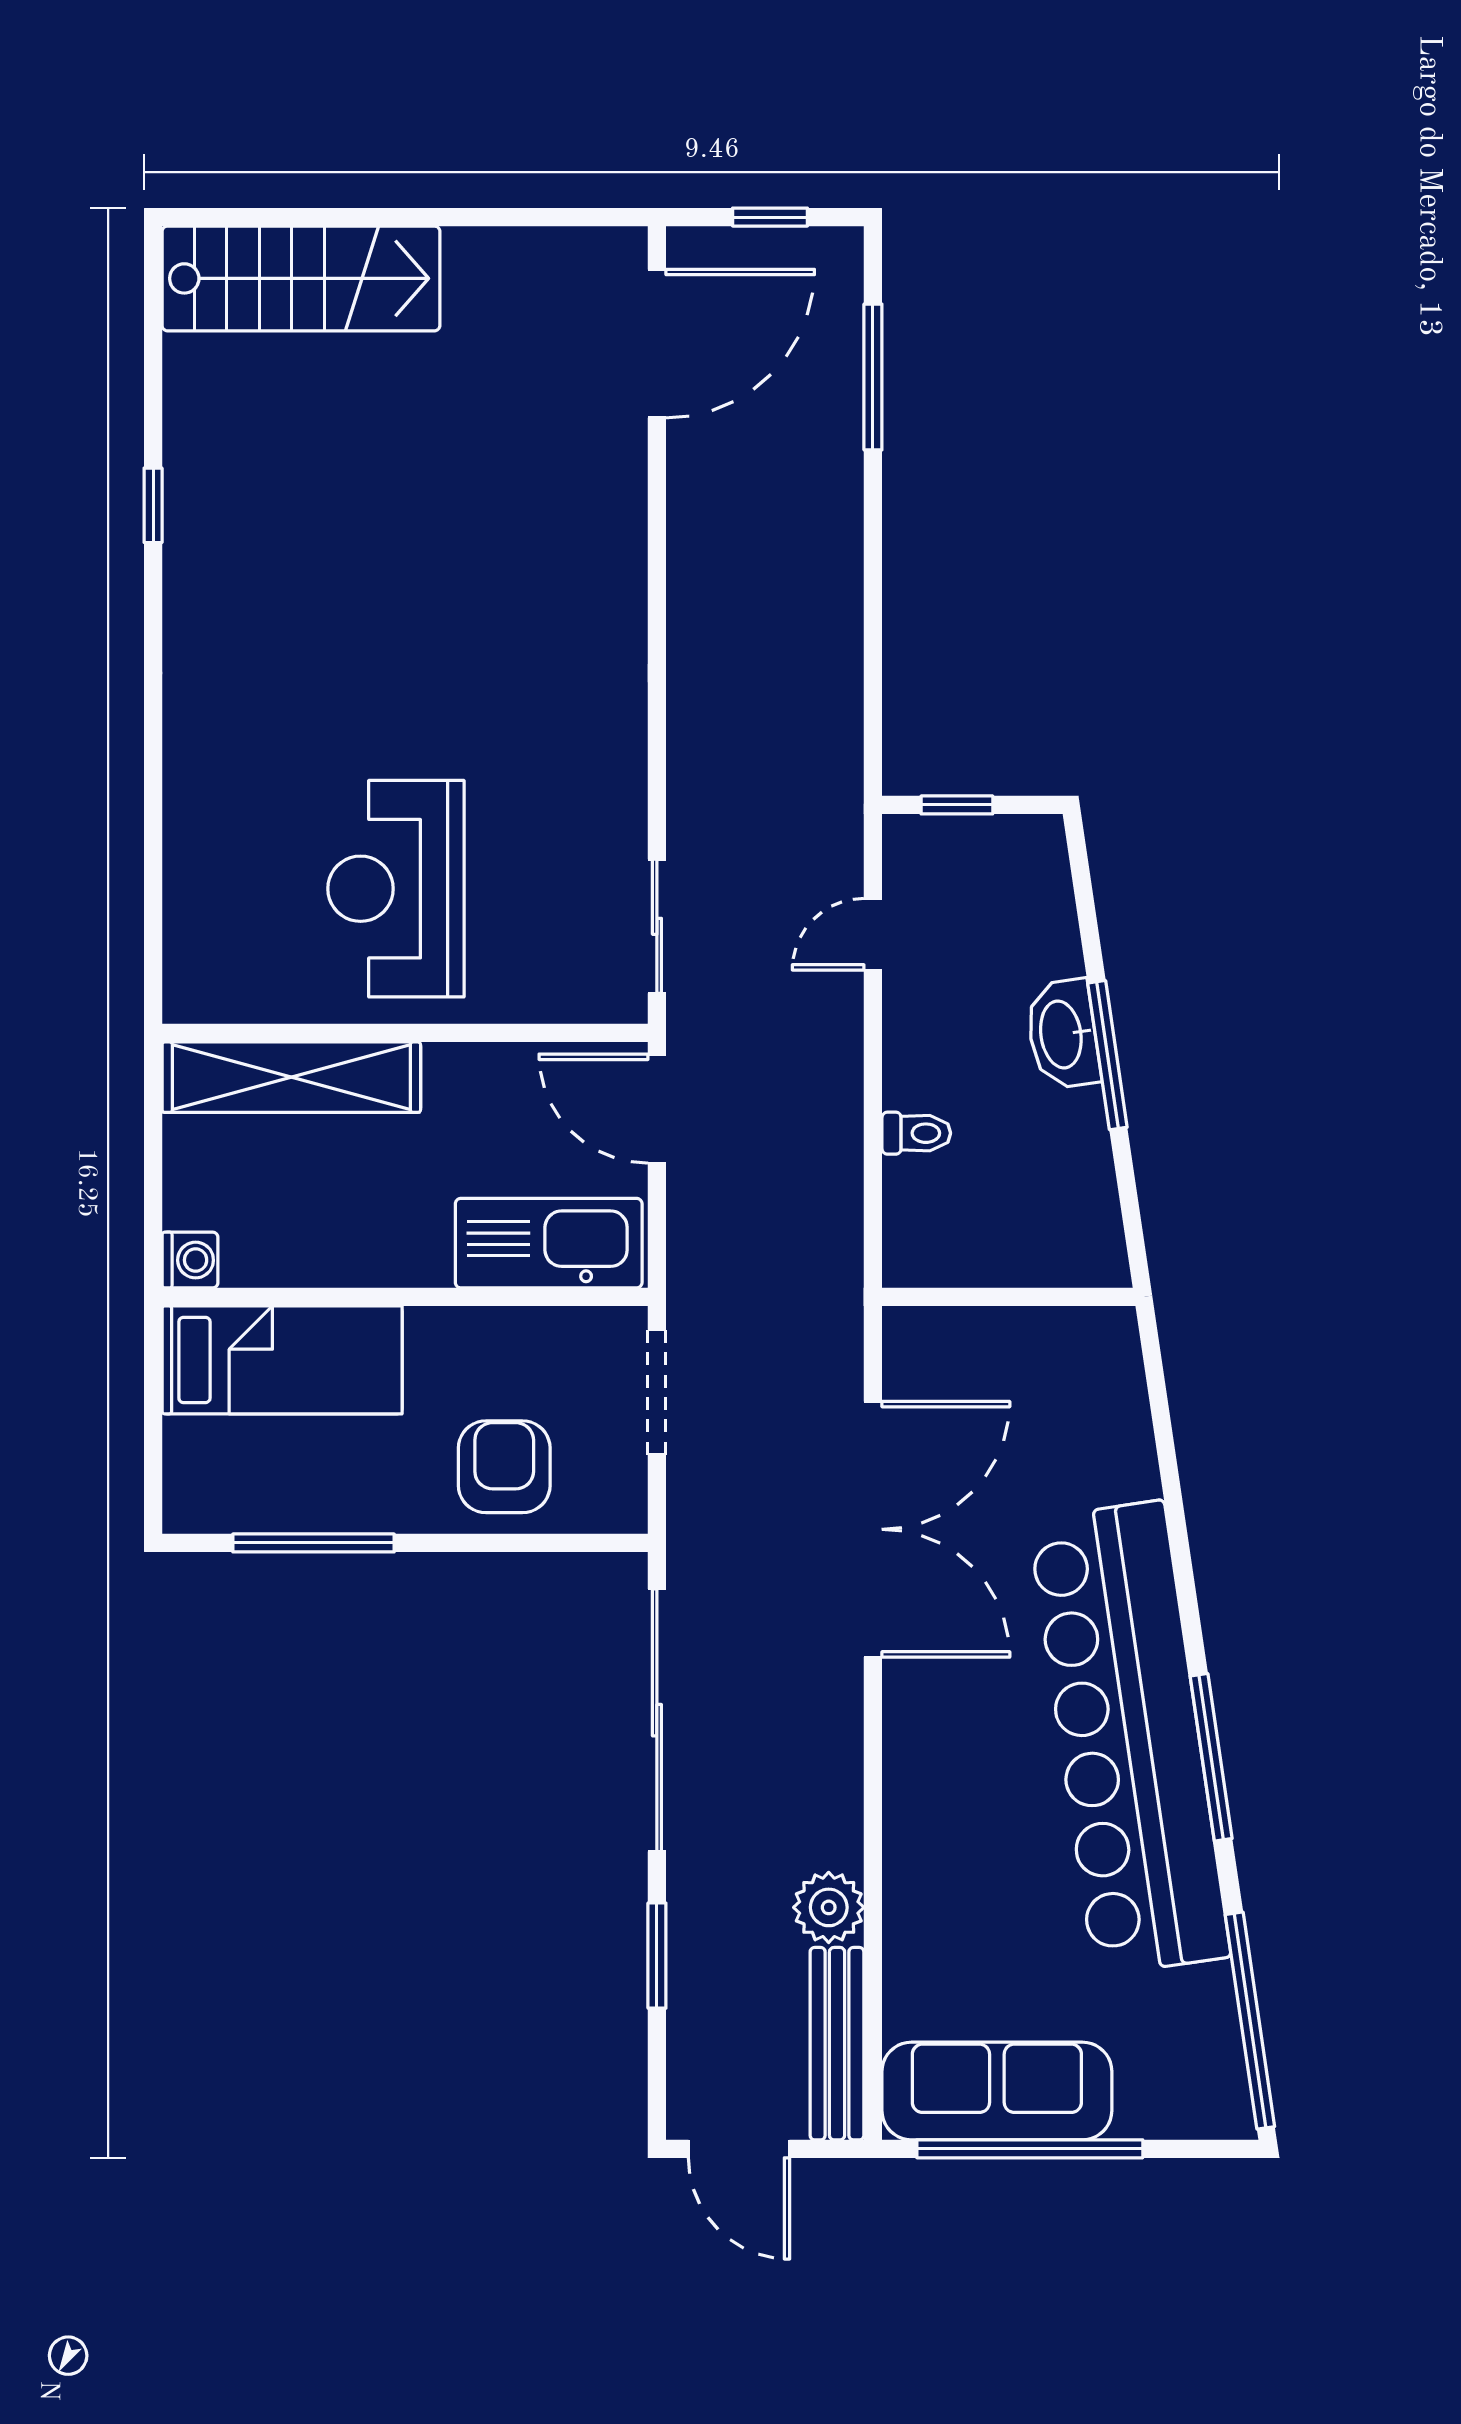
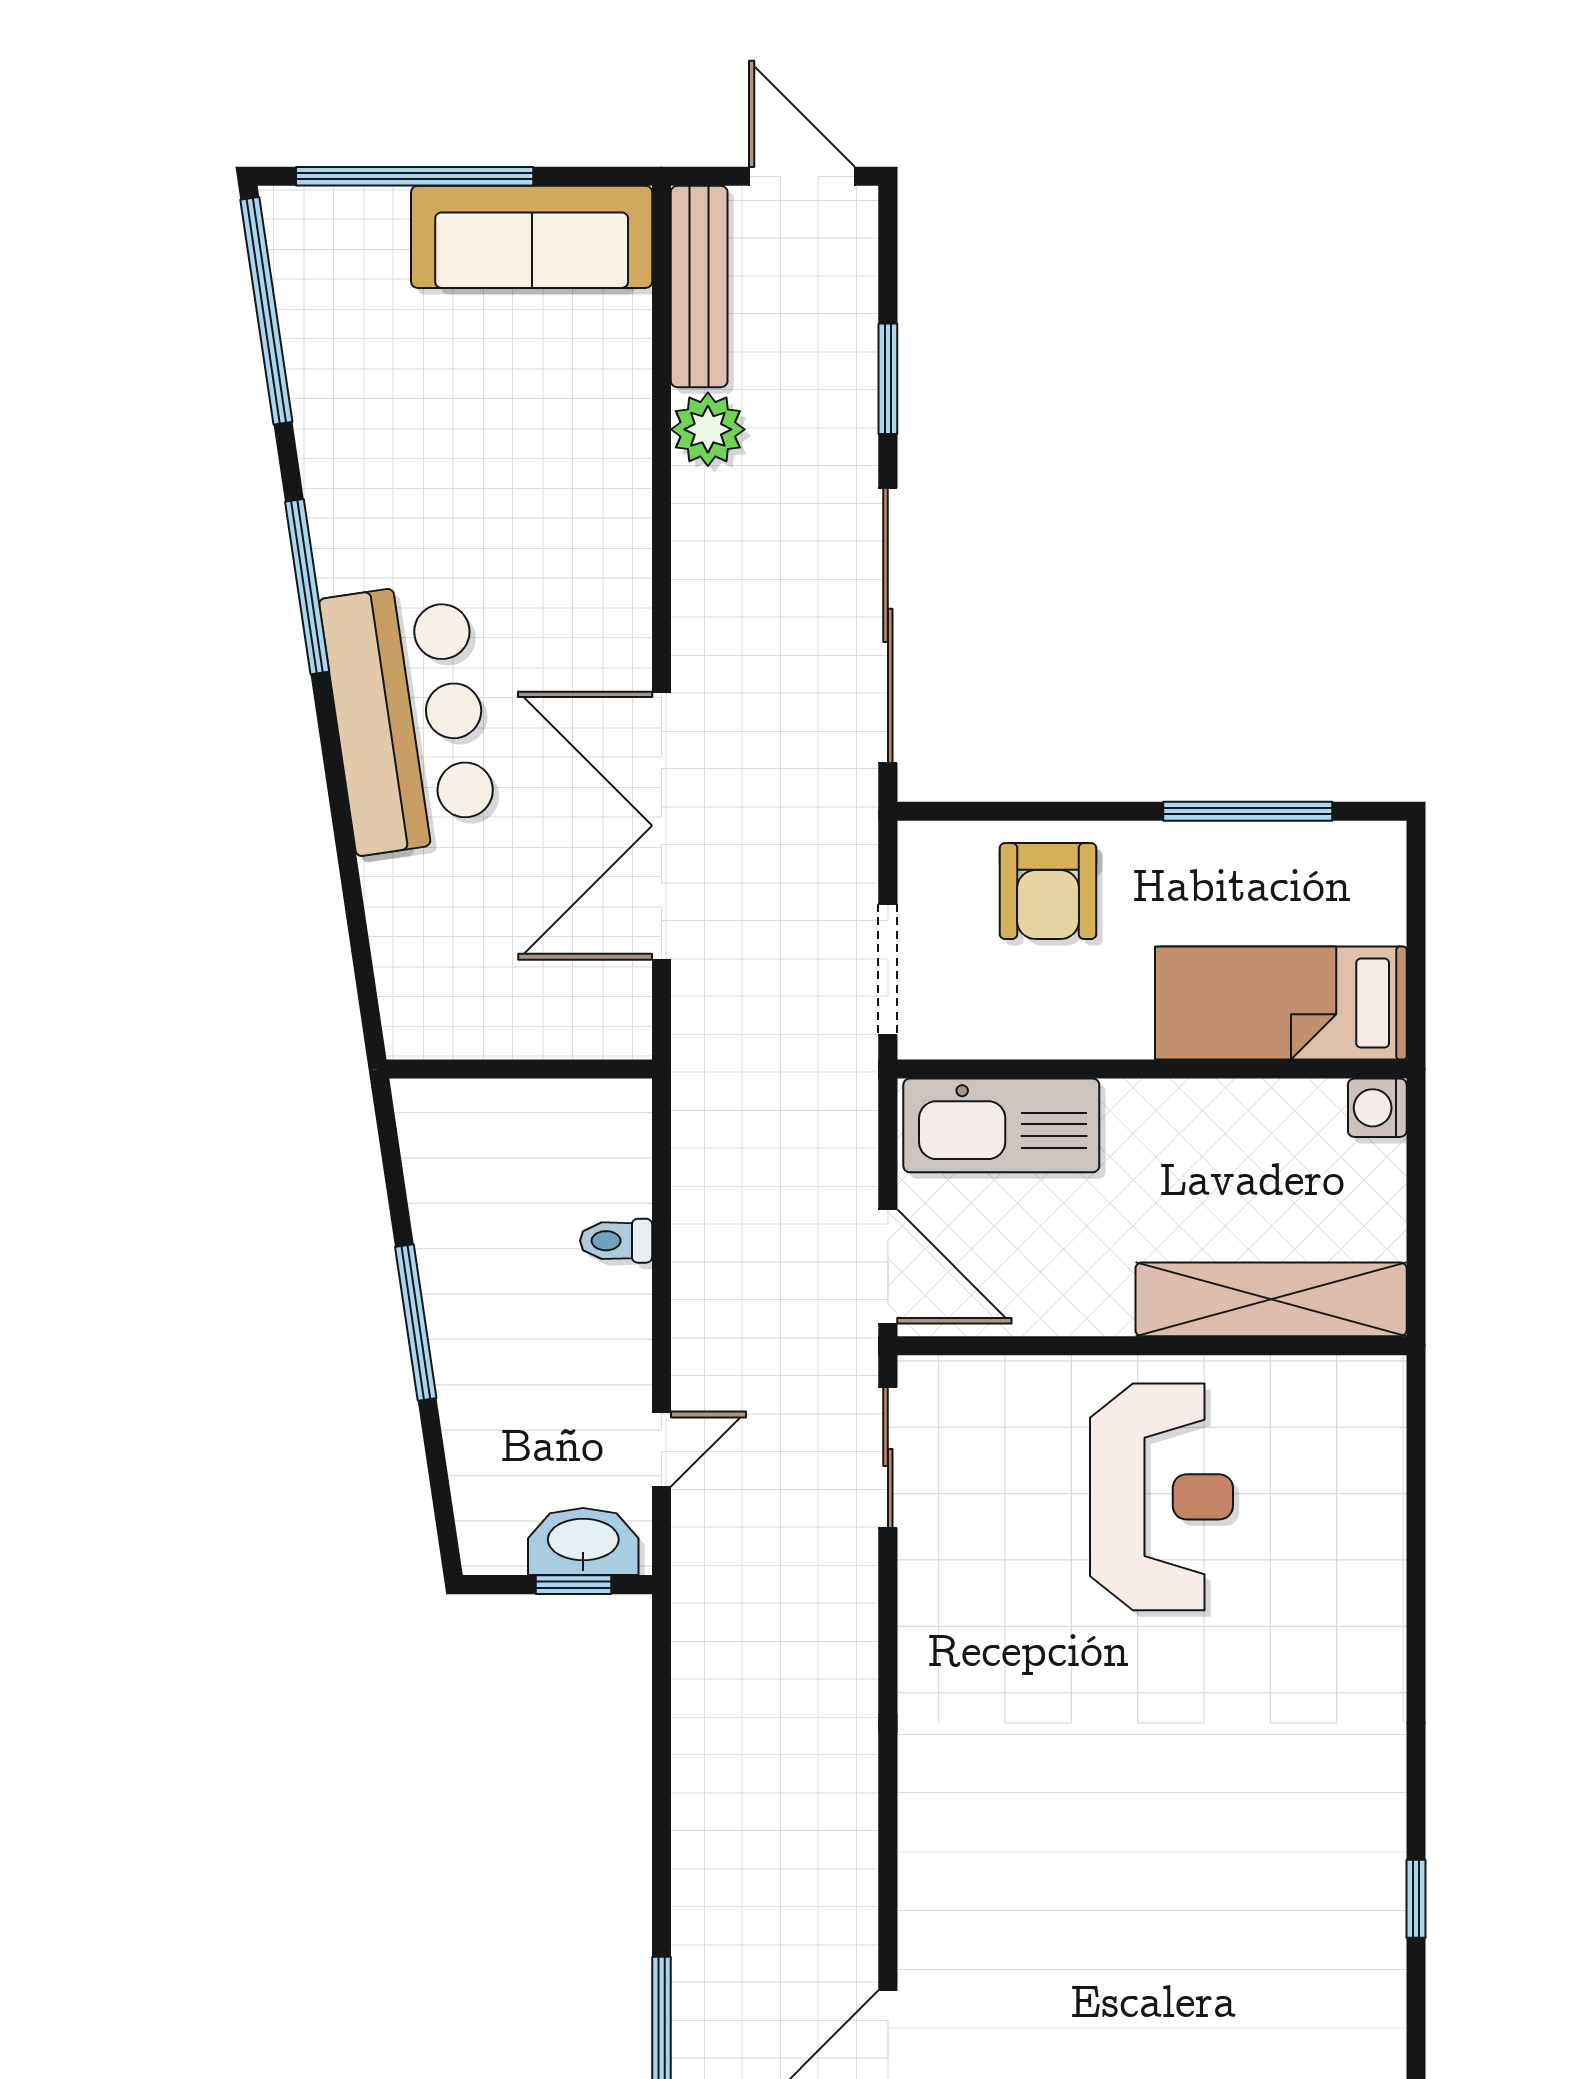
washbasin: (1063, 1034) -> (583, 1542), moved, turned -82
bar counter: (1129, 1738) -> (409, 717), width x0.54
window: (1030, 2149) -> (415, 176), moved

